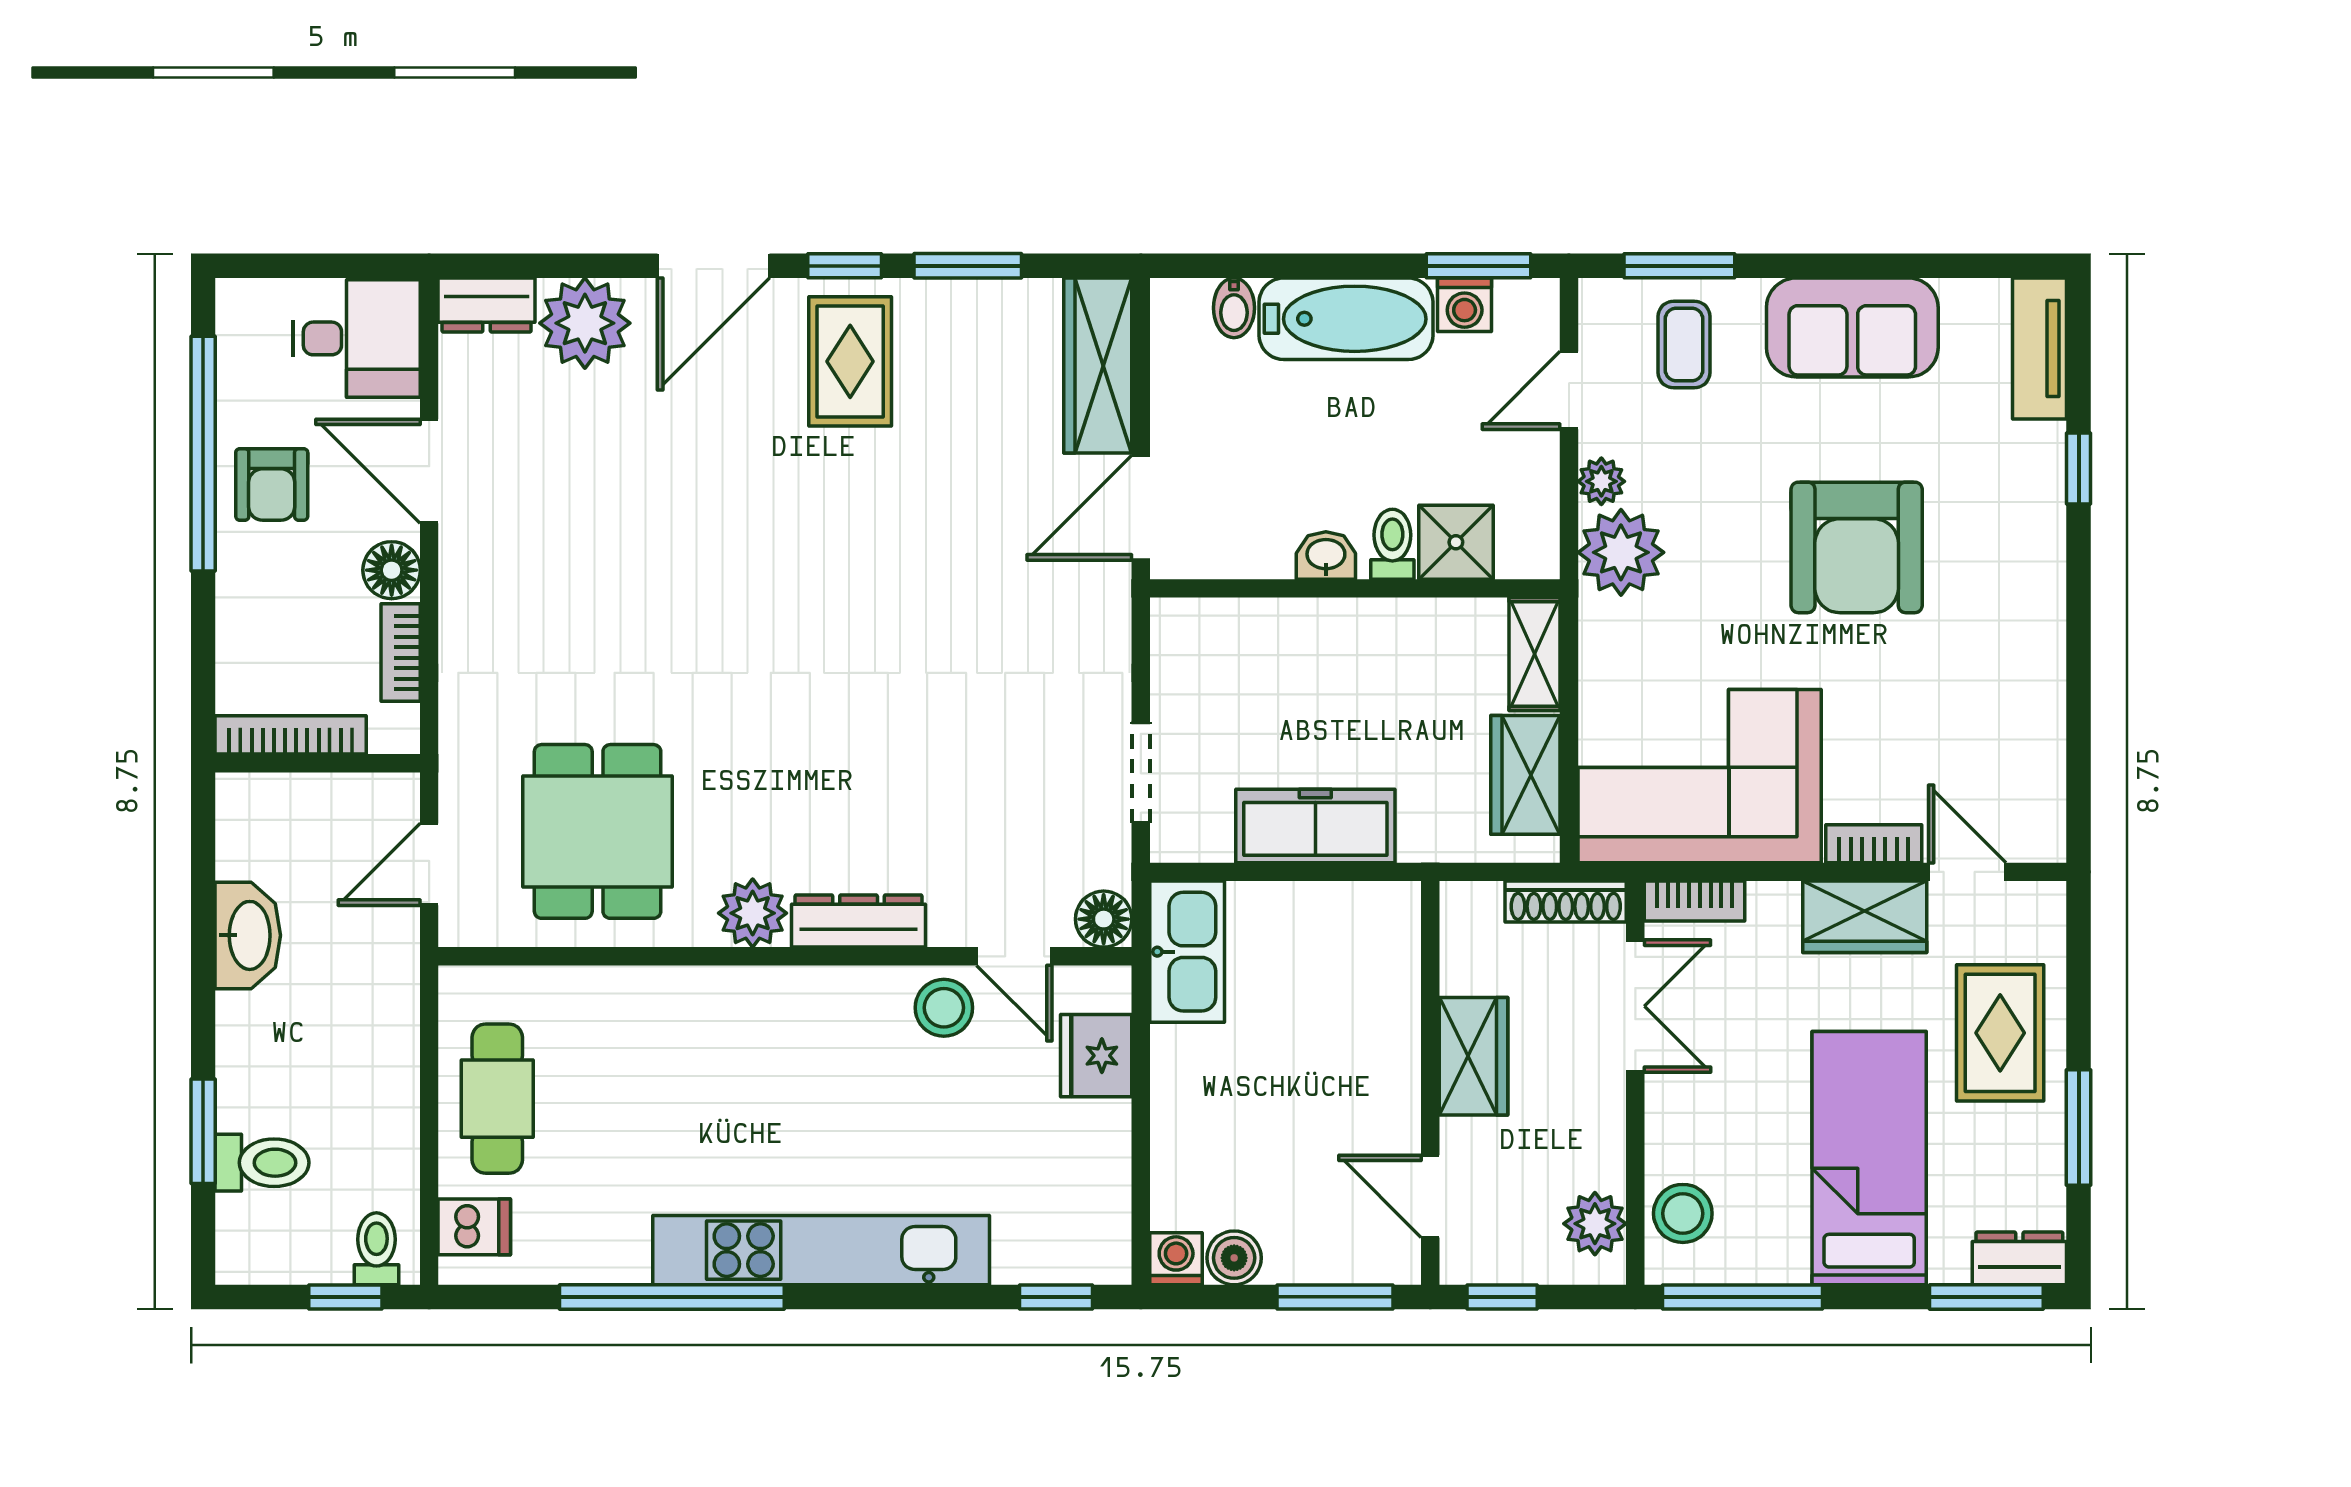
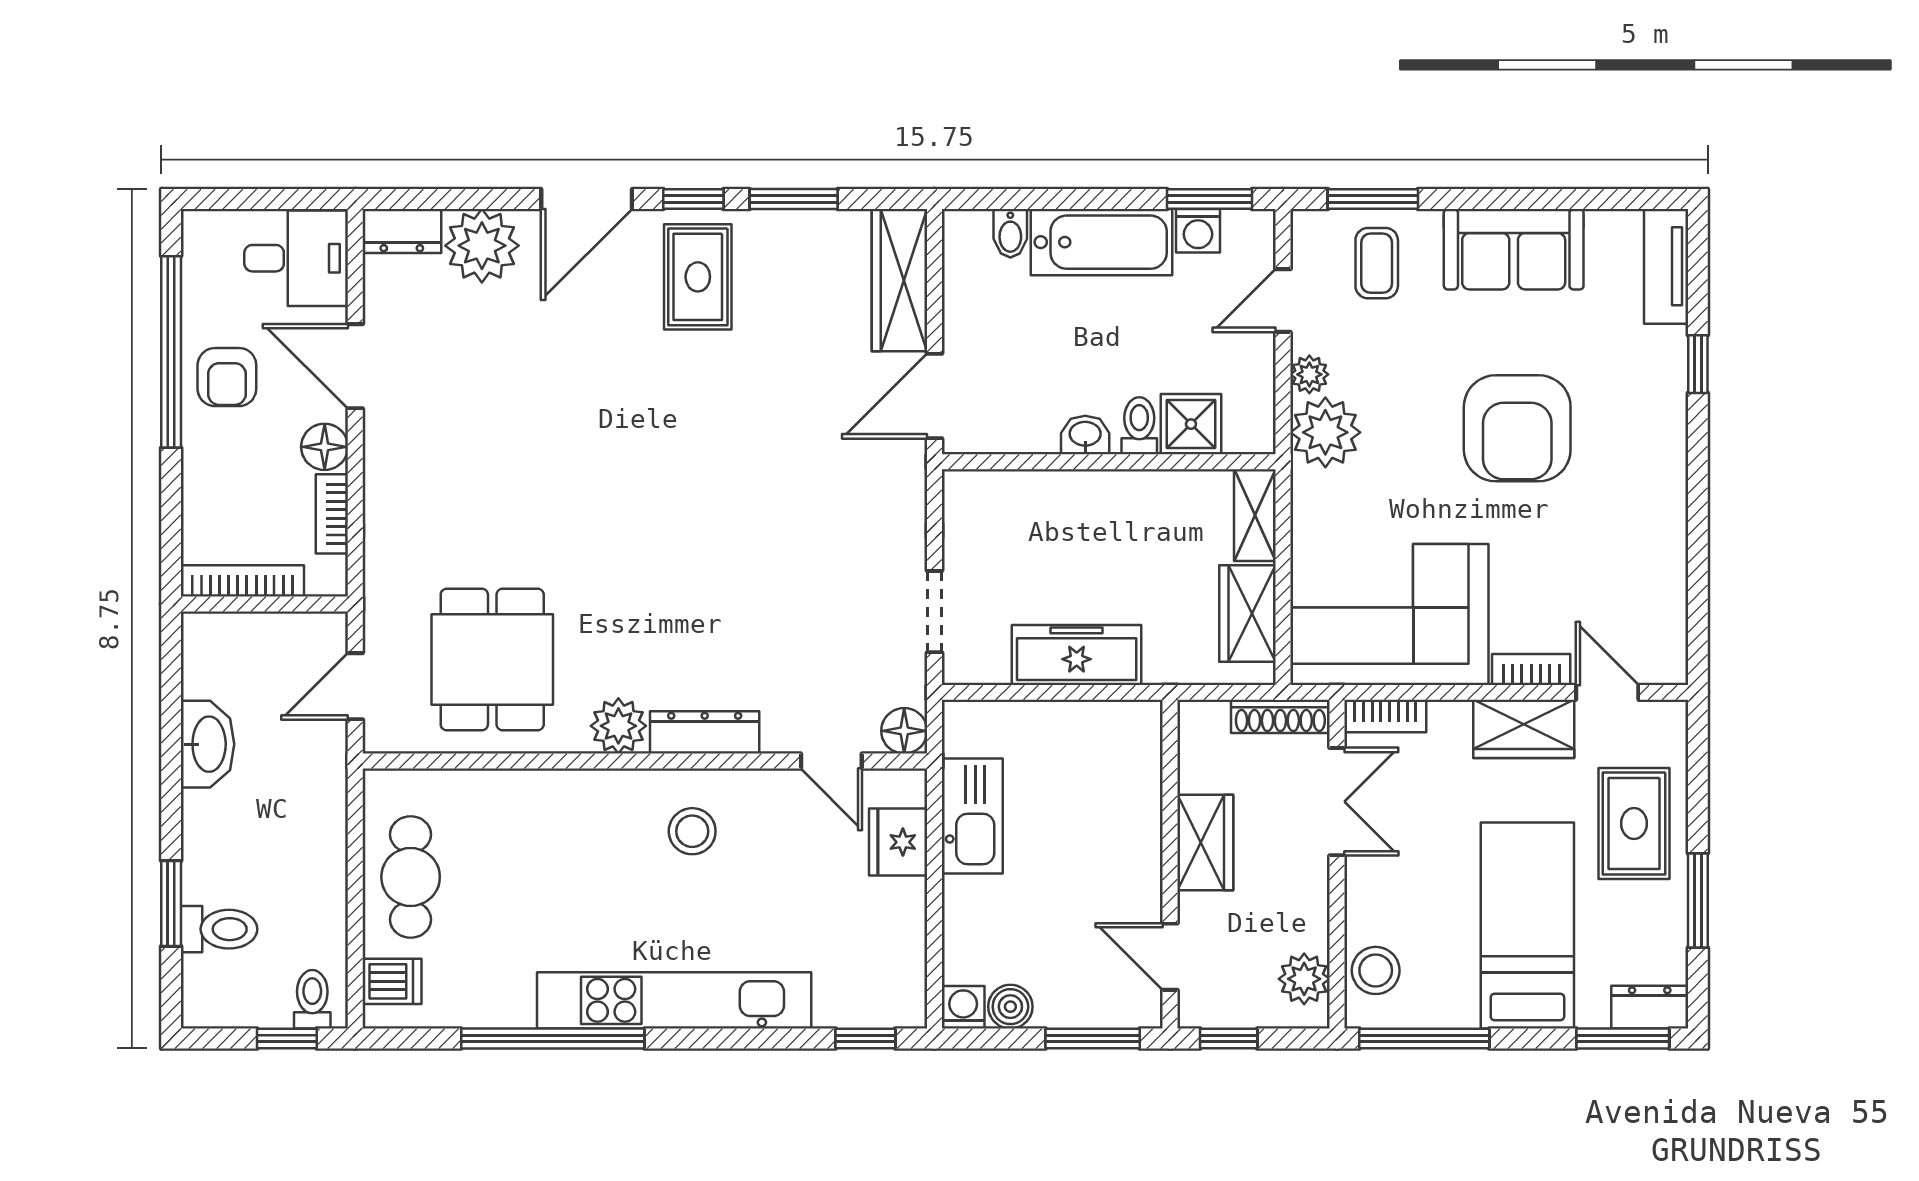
kitchen sink: (1187, 952) -> (972, 816), moved
stool: (944, 1008) -> (692, 831), moved

